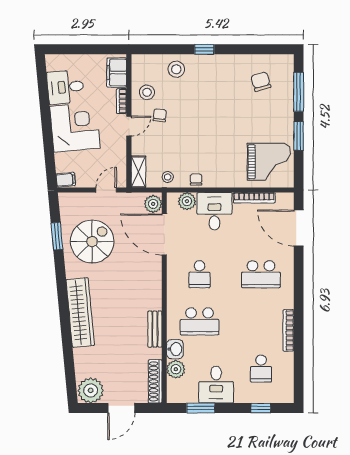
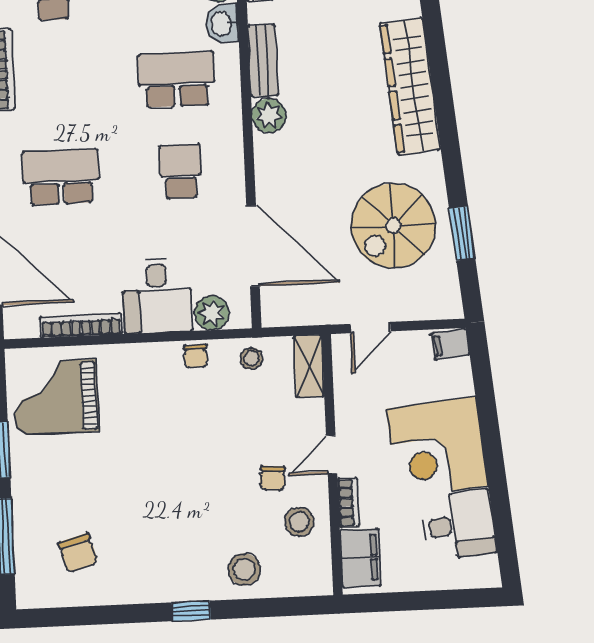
plant: (153, 204) -> (269, 116), moved

